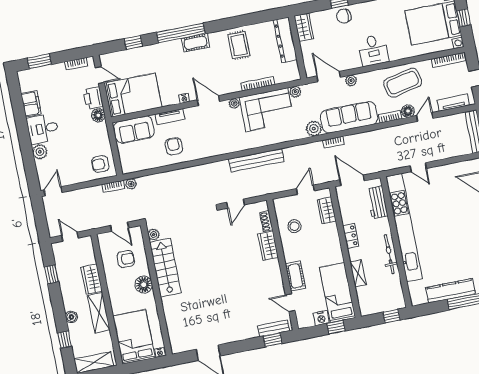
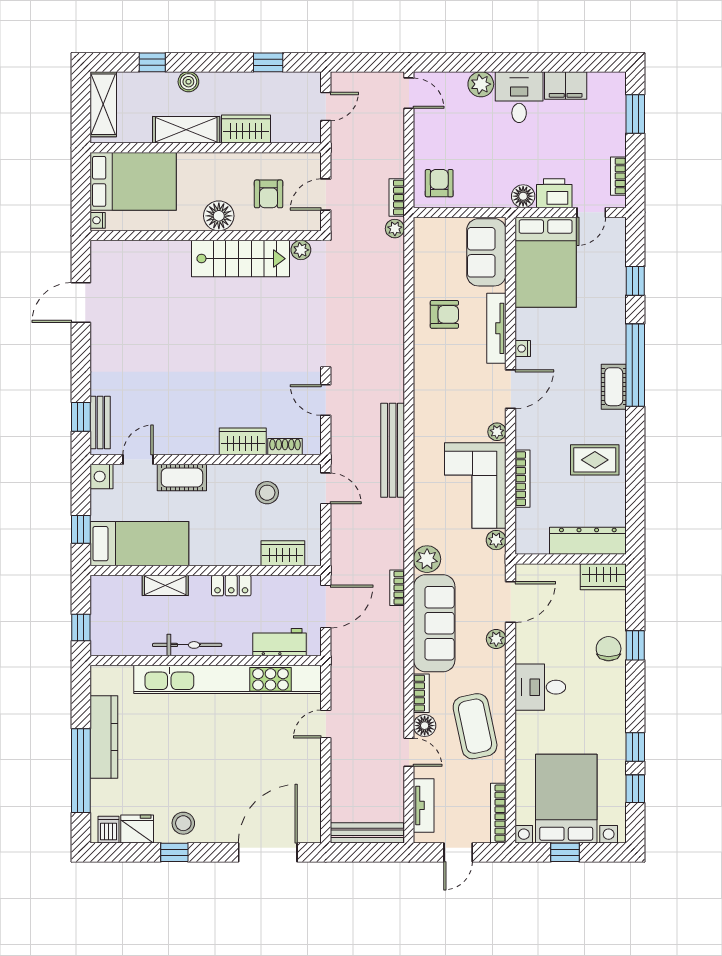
tv unit: (170, 117) -> (496, 328), width x1.41
door: (305, 190) -> (326, 488), moved
nightstand: (321, 318) -> (101, 477), moved

